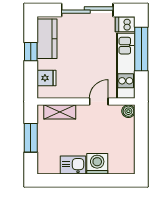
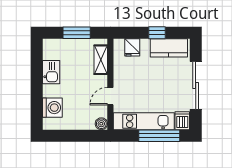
door: (99, 102) -> (110, 96), swing flipped
washing machine: (97, 164) -> (52, 108), moved

